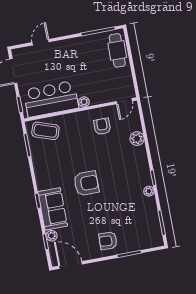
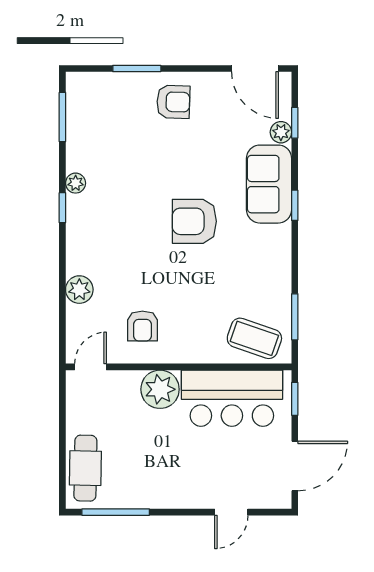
plant: (84, 102) -> (160, 389), width x1.87, depth x1.87

